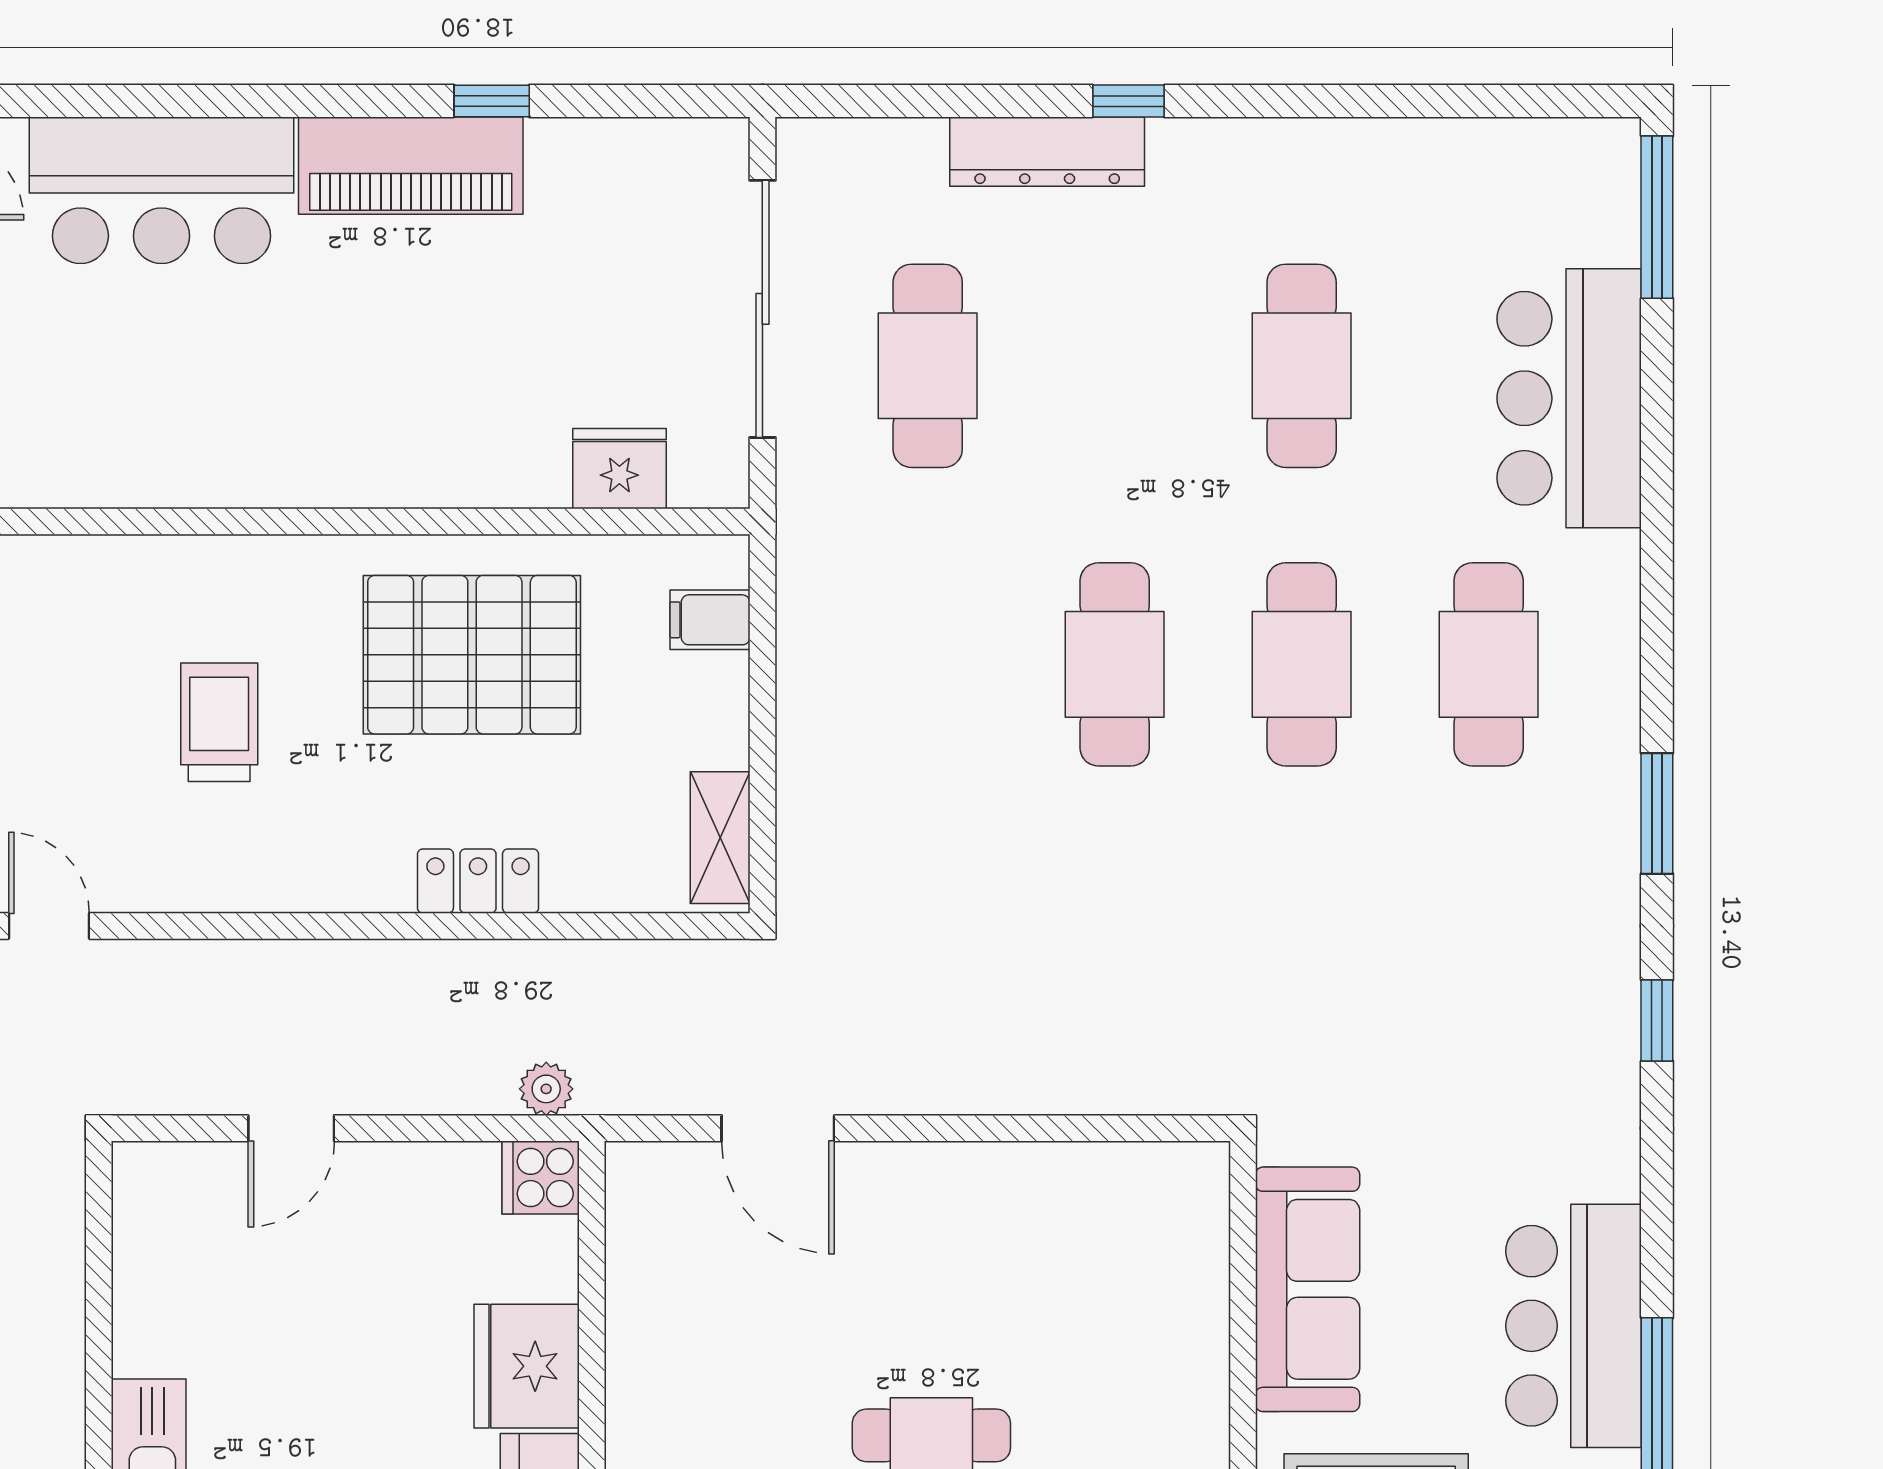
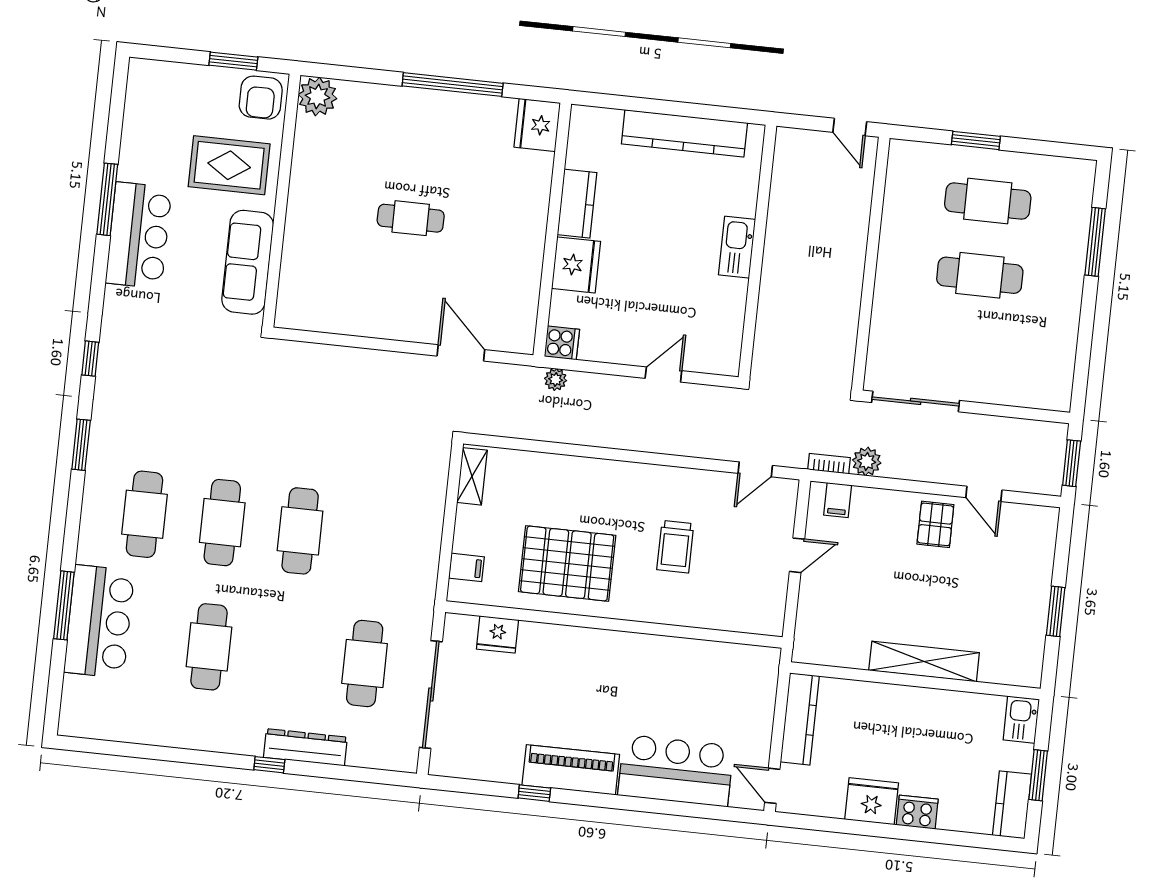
window: (1657, 217) -> (64, 605), moved
locker: (478, 881) -> (575, 469), removed
door: (49, 926) -> (755, 469), hinge flipped

